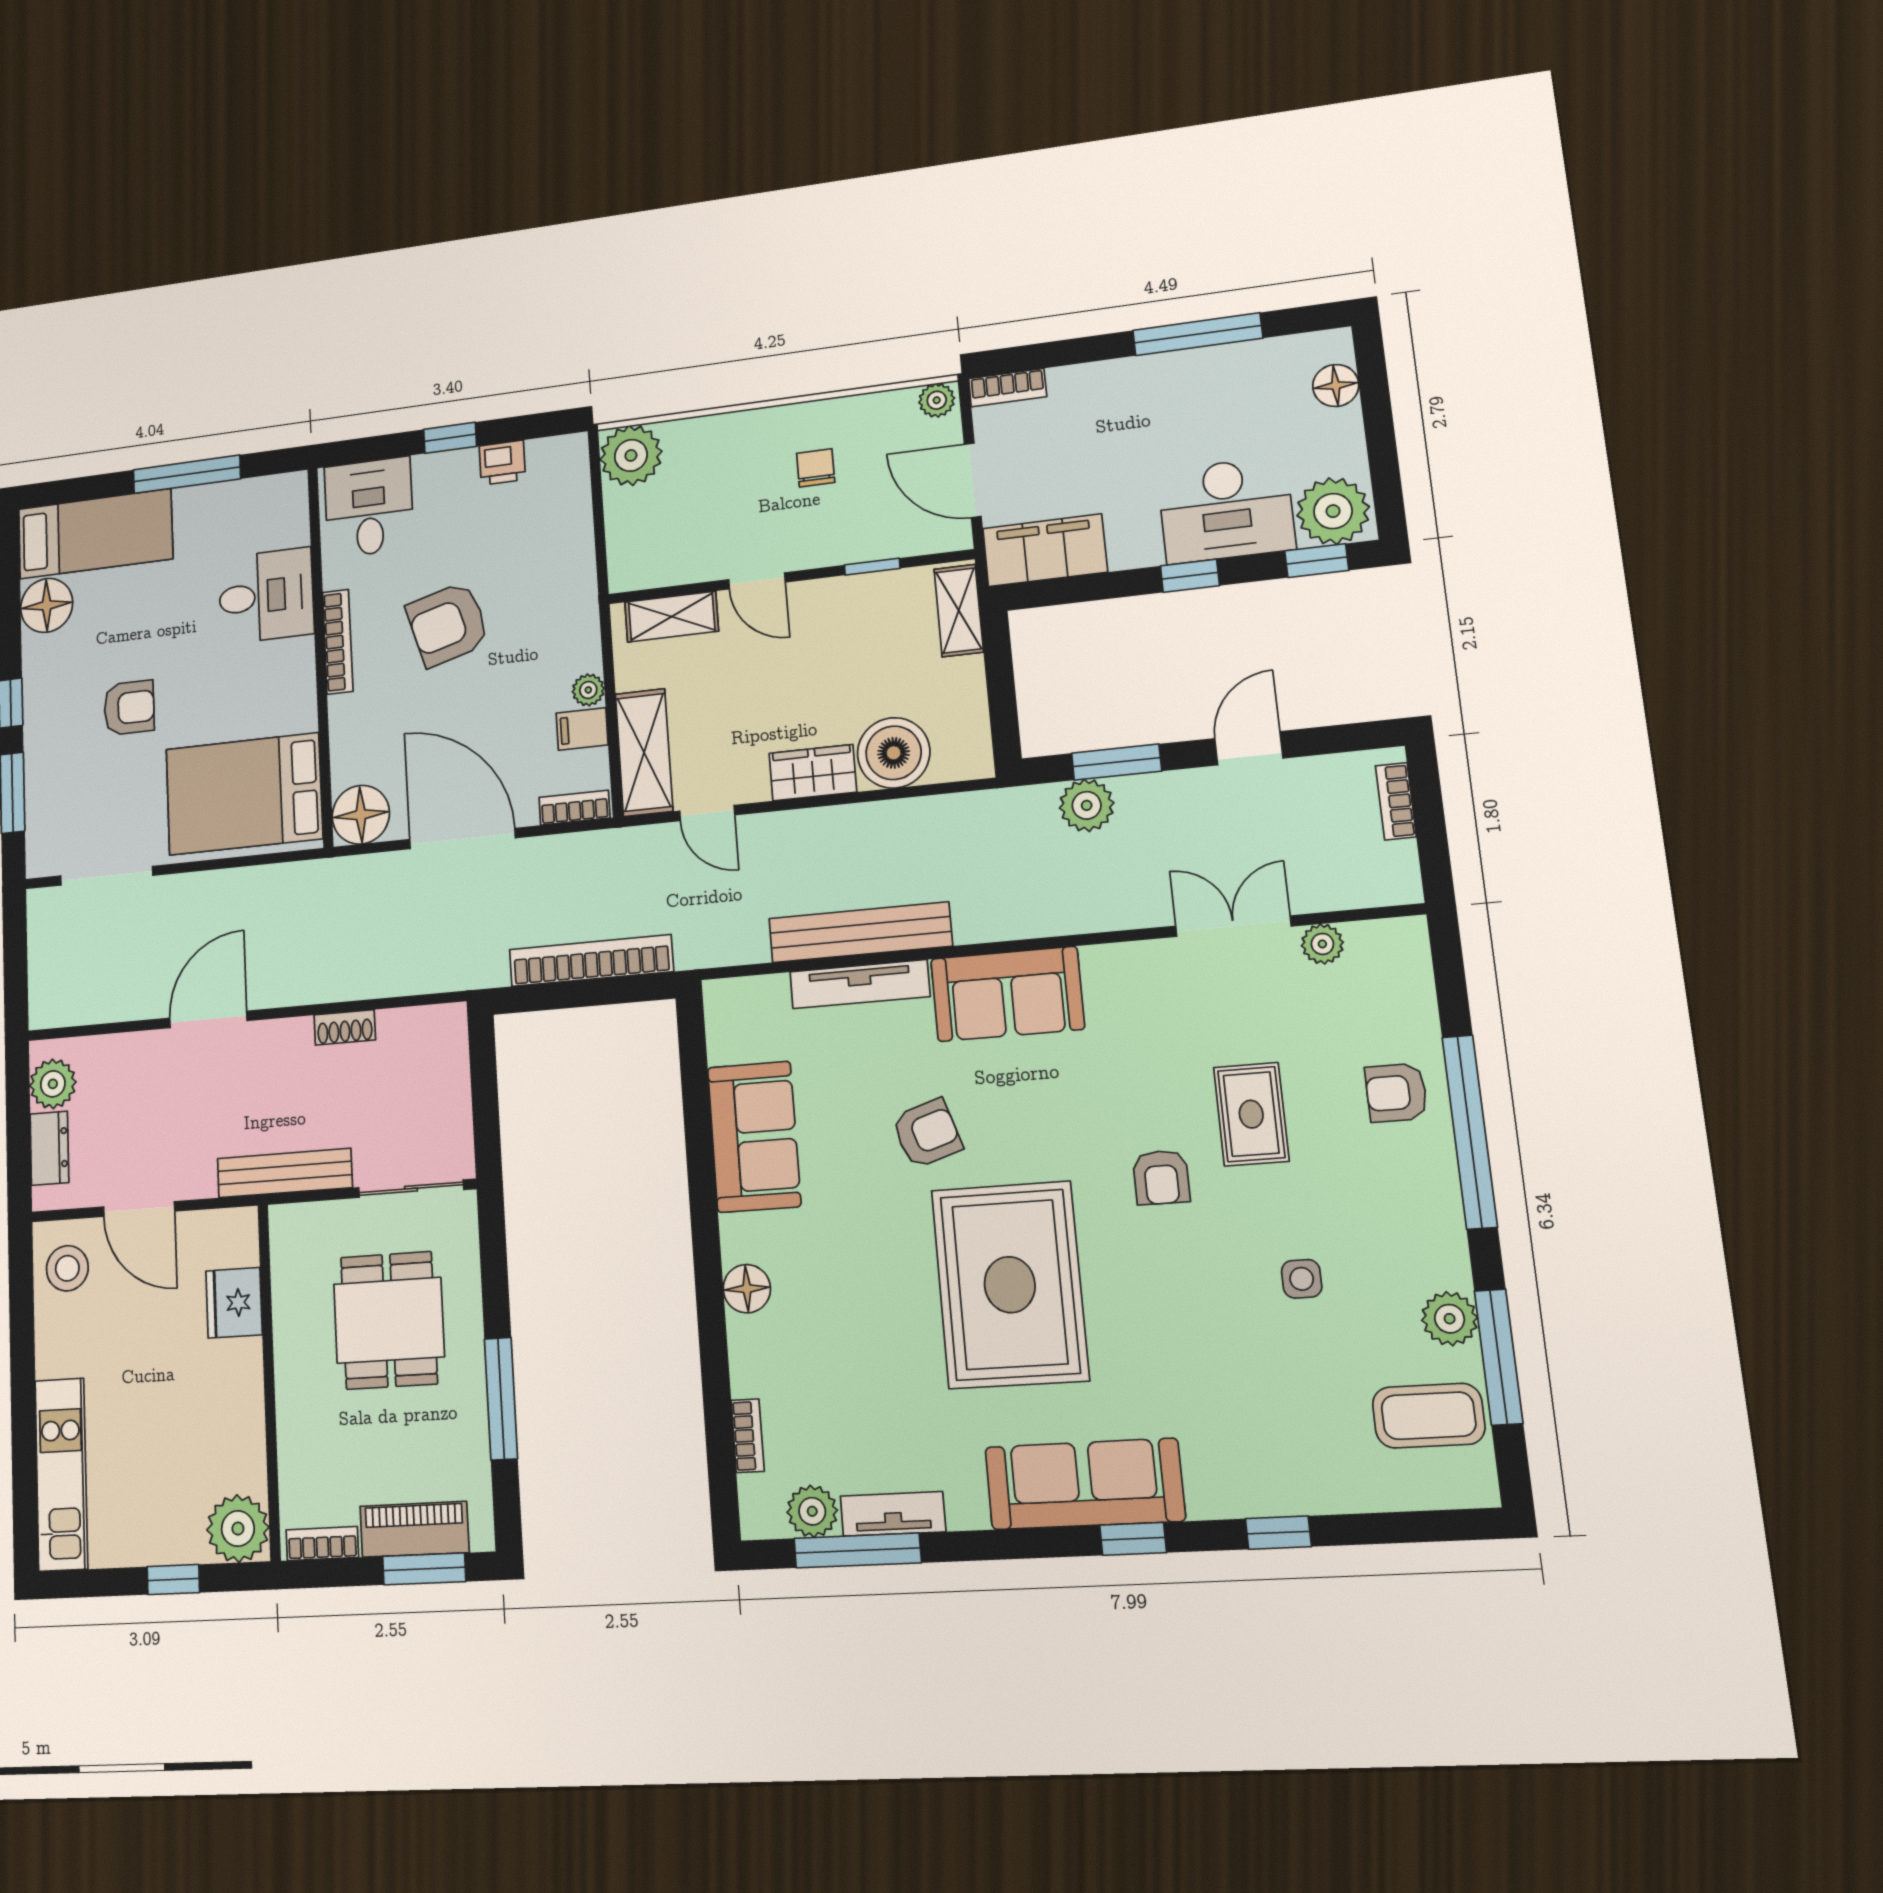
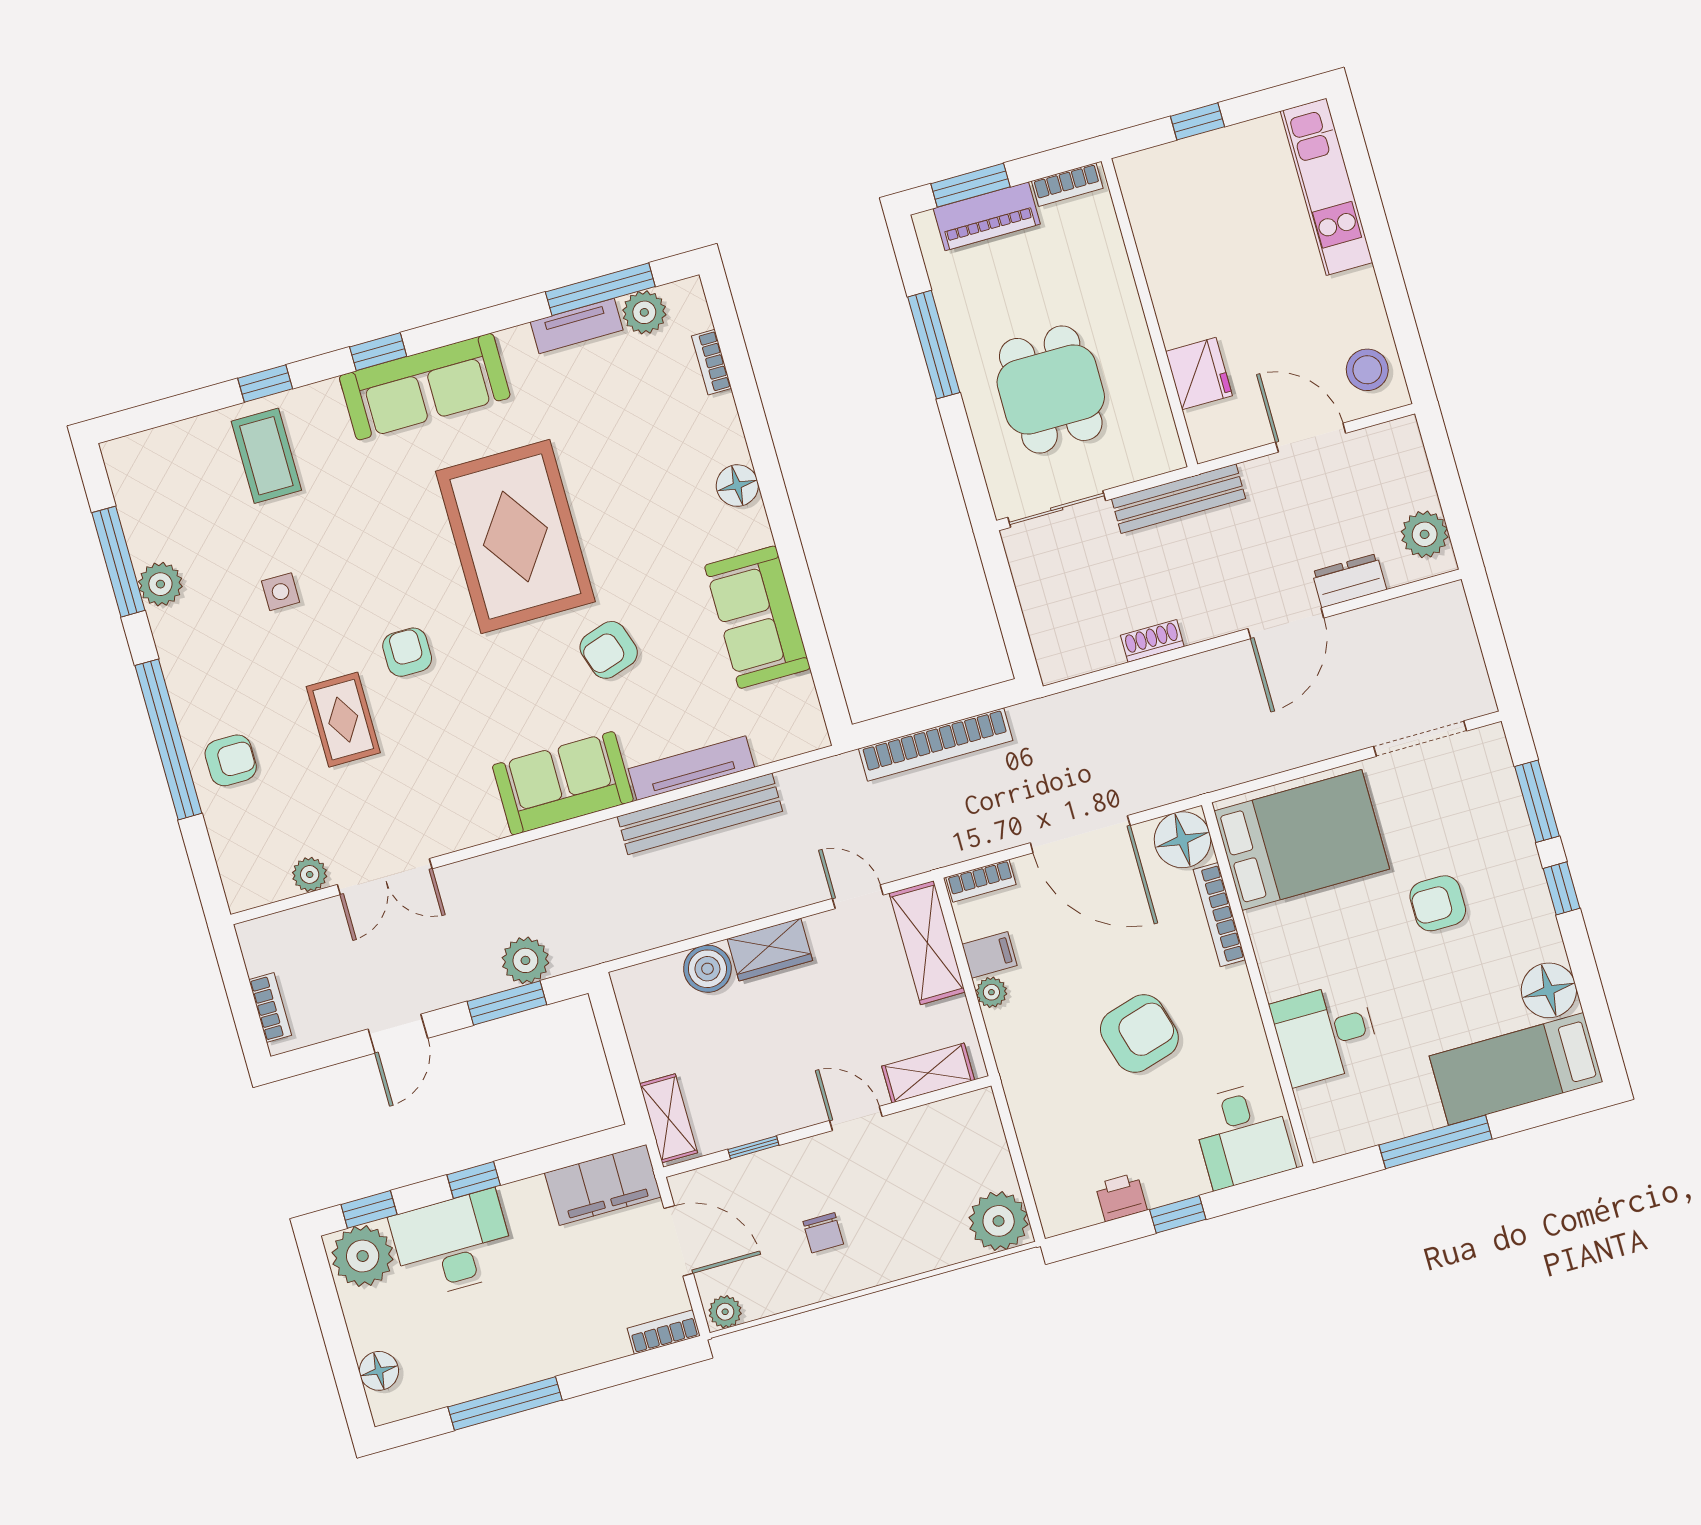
bookcase: (338, 642) -> (1219, 915), moved
boiler: (894, 753) -> (707, 969), width x0.73, depth x0.73
dresser: (49, 1148) -> (1349, 581), moved, turned 90
coffee table: (1429, 1416) -> (266, 456), moved, turned 90
plant: (238, 1529) -> (1148, 179), removed

